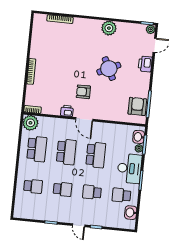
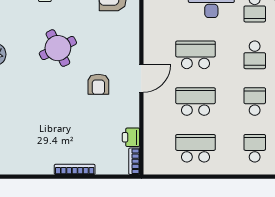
printer: (67, 111) -> (131, 137), moved
plant: (30, 123) -> (156, 162), removed

